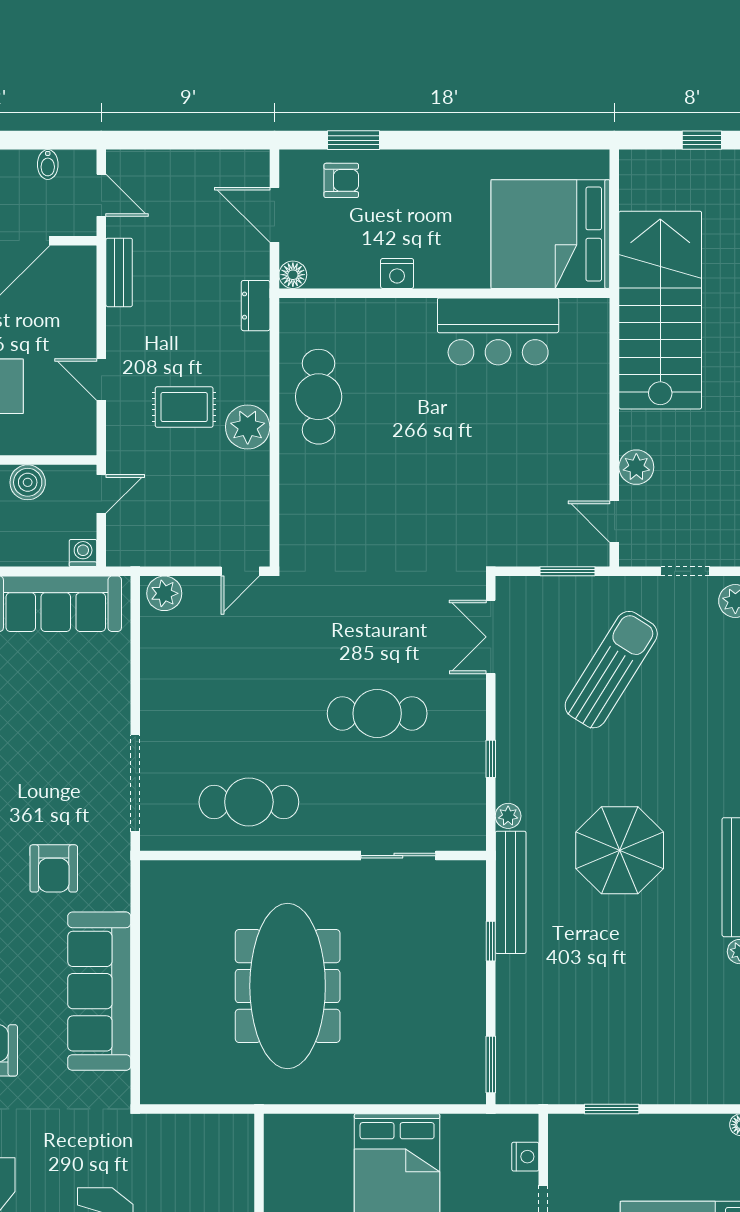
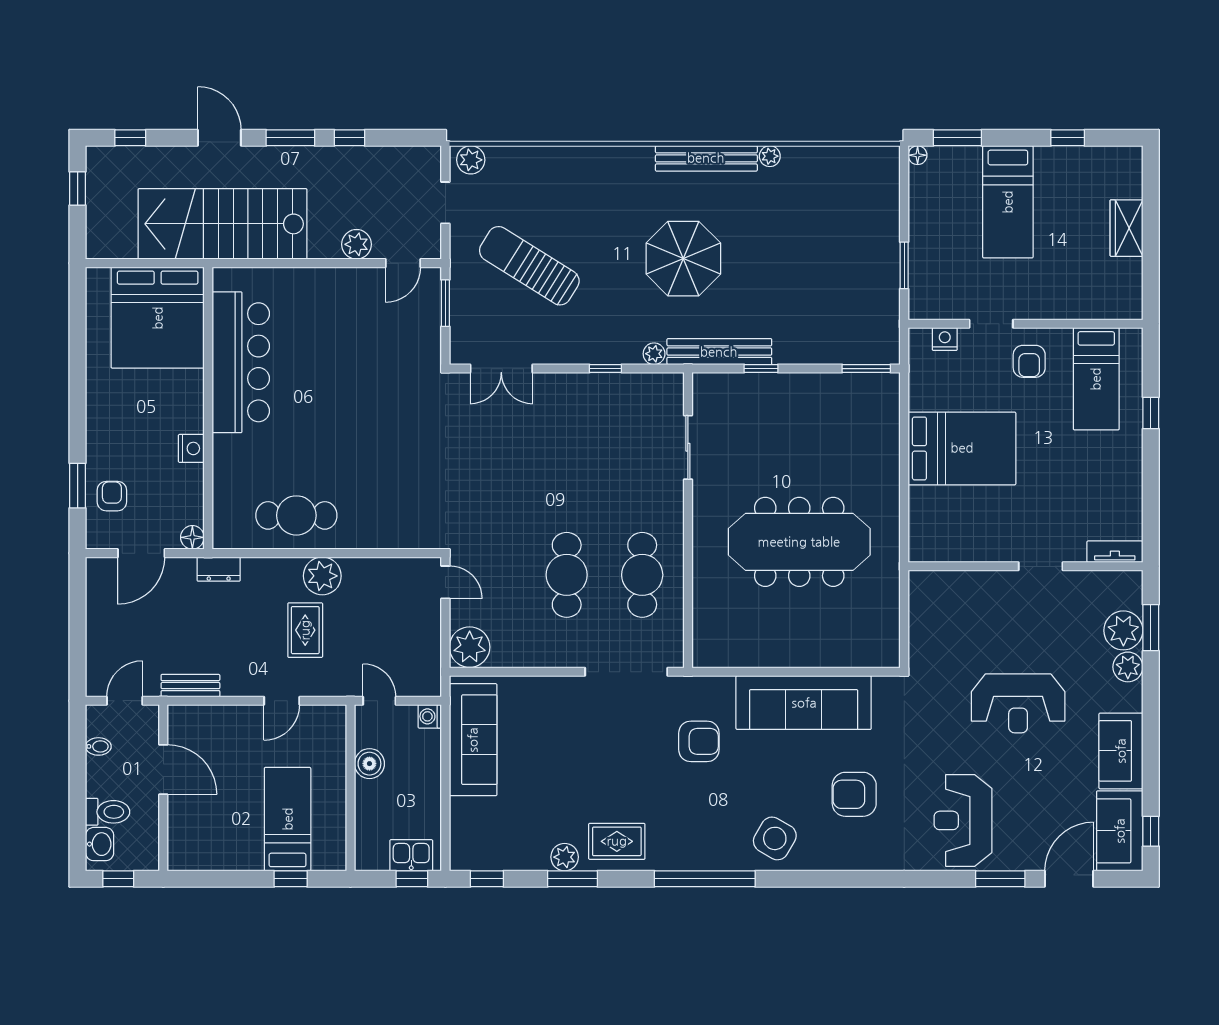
bar counter: (498, 331) -> (241, 362), width x1.36
plant: (164, 593) -> (470, 647), width x1.36, depth x1.36
cafe table: (377, 713) -> (567, 575), moved

